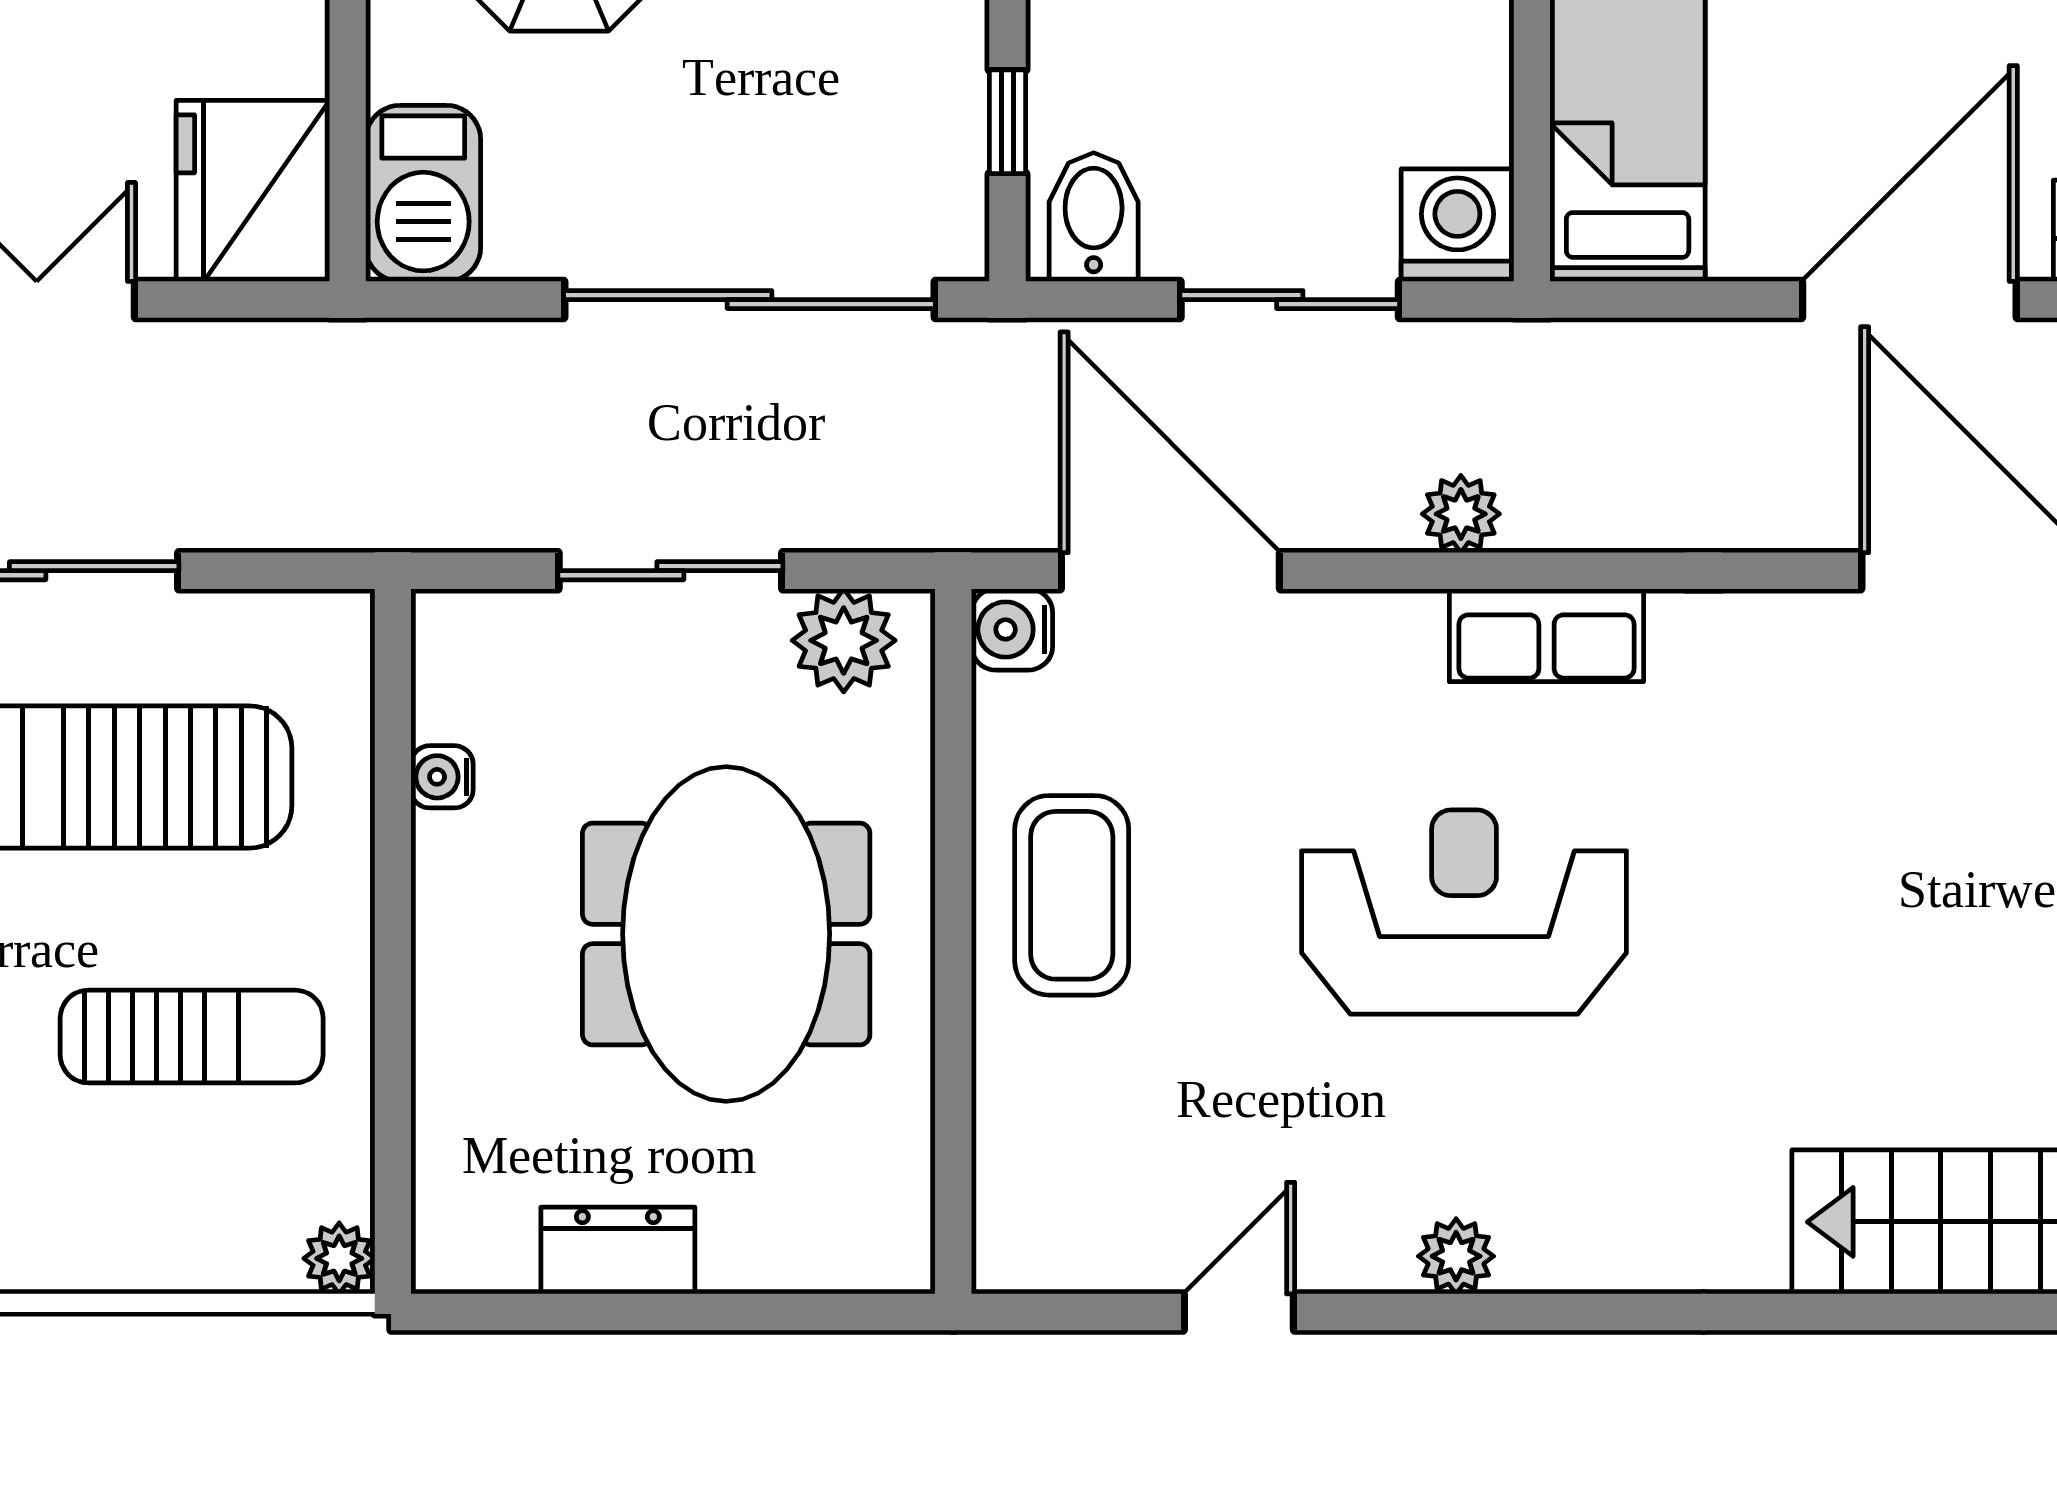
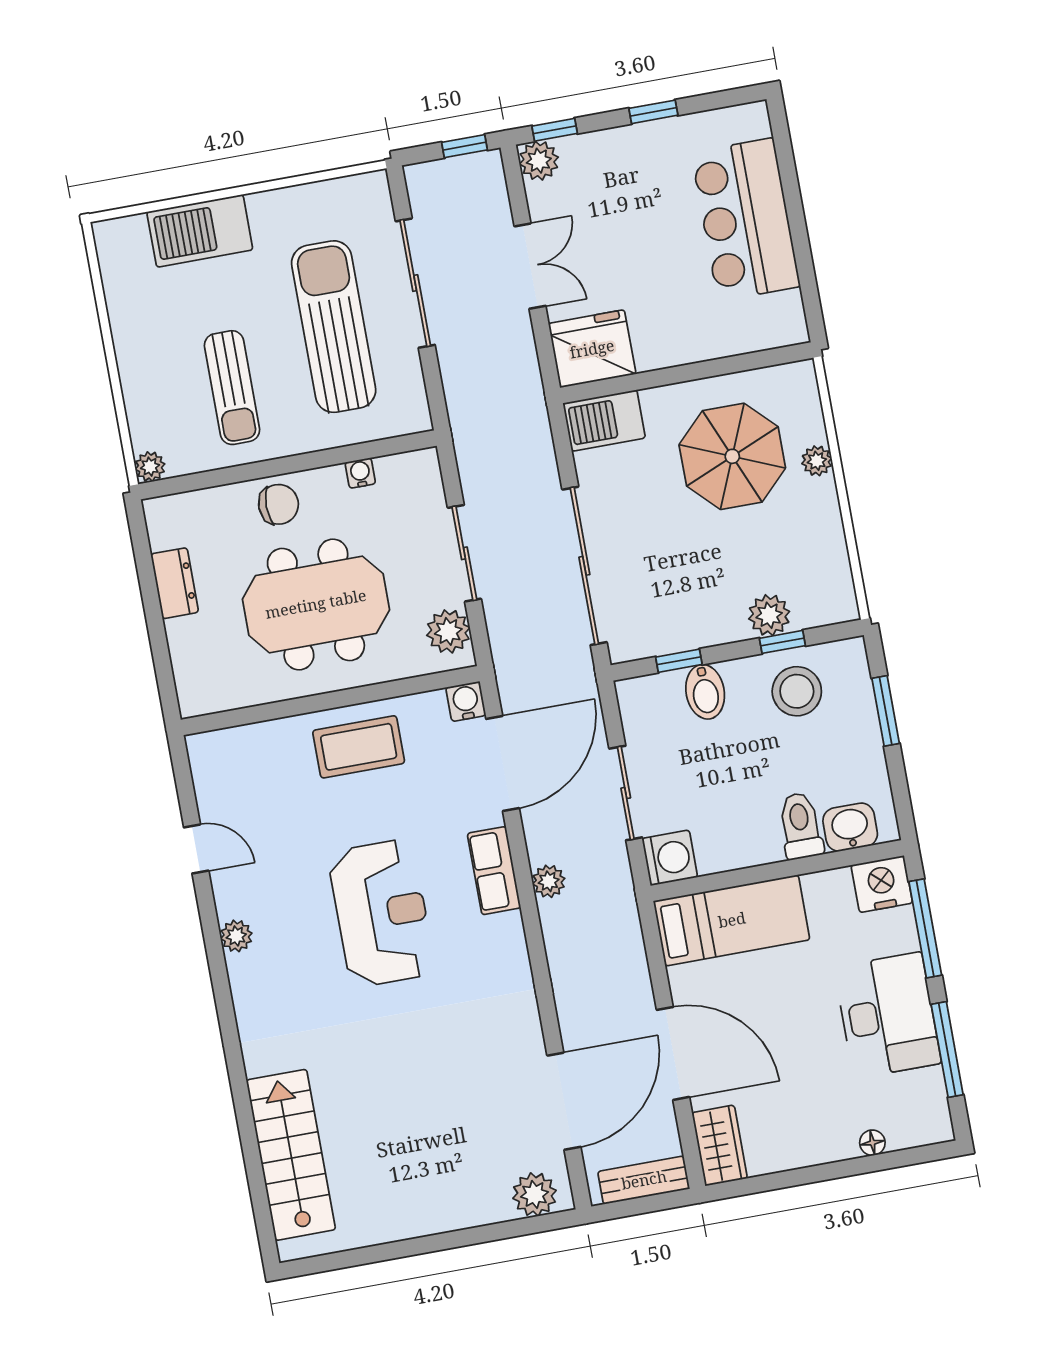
bidet: (1094, 217) -> (705, 692), moved, turned 90
row of seats: (1546, 635) -> (494, 871), moved
chair: (480, 978) -> (278, 504), added

